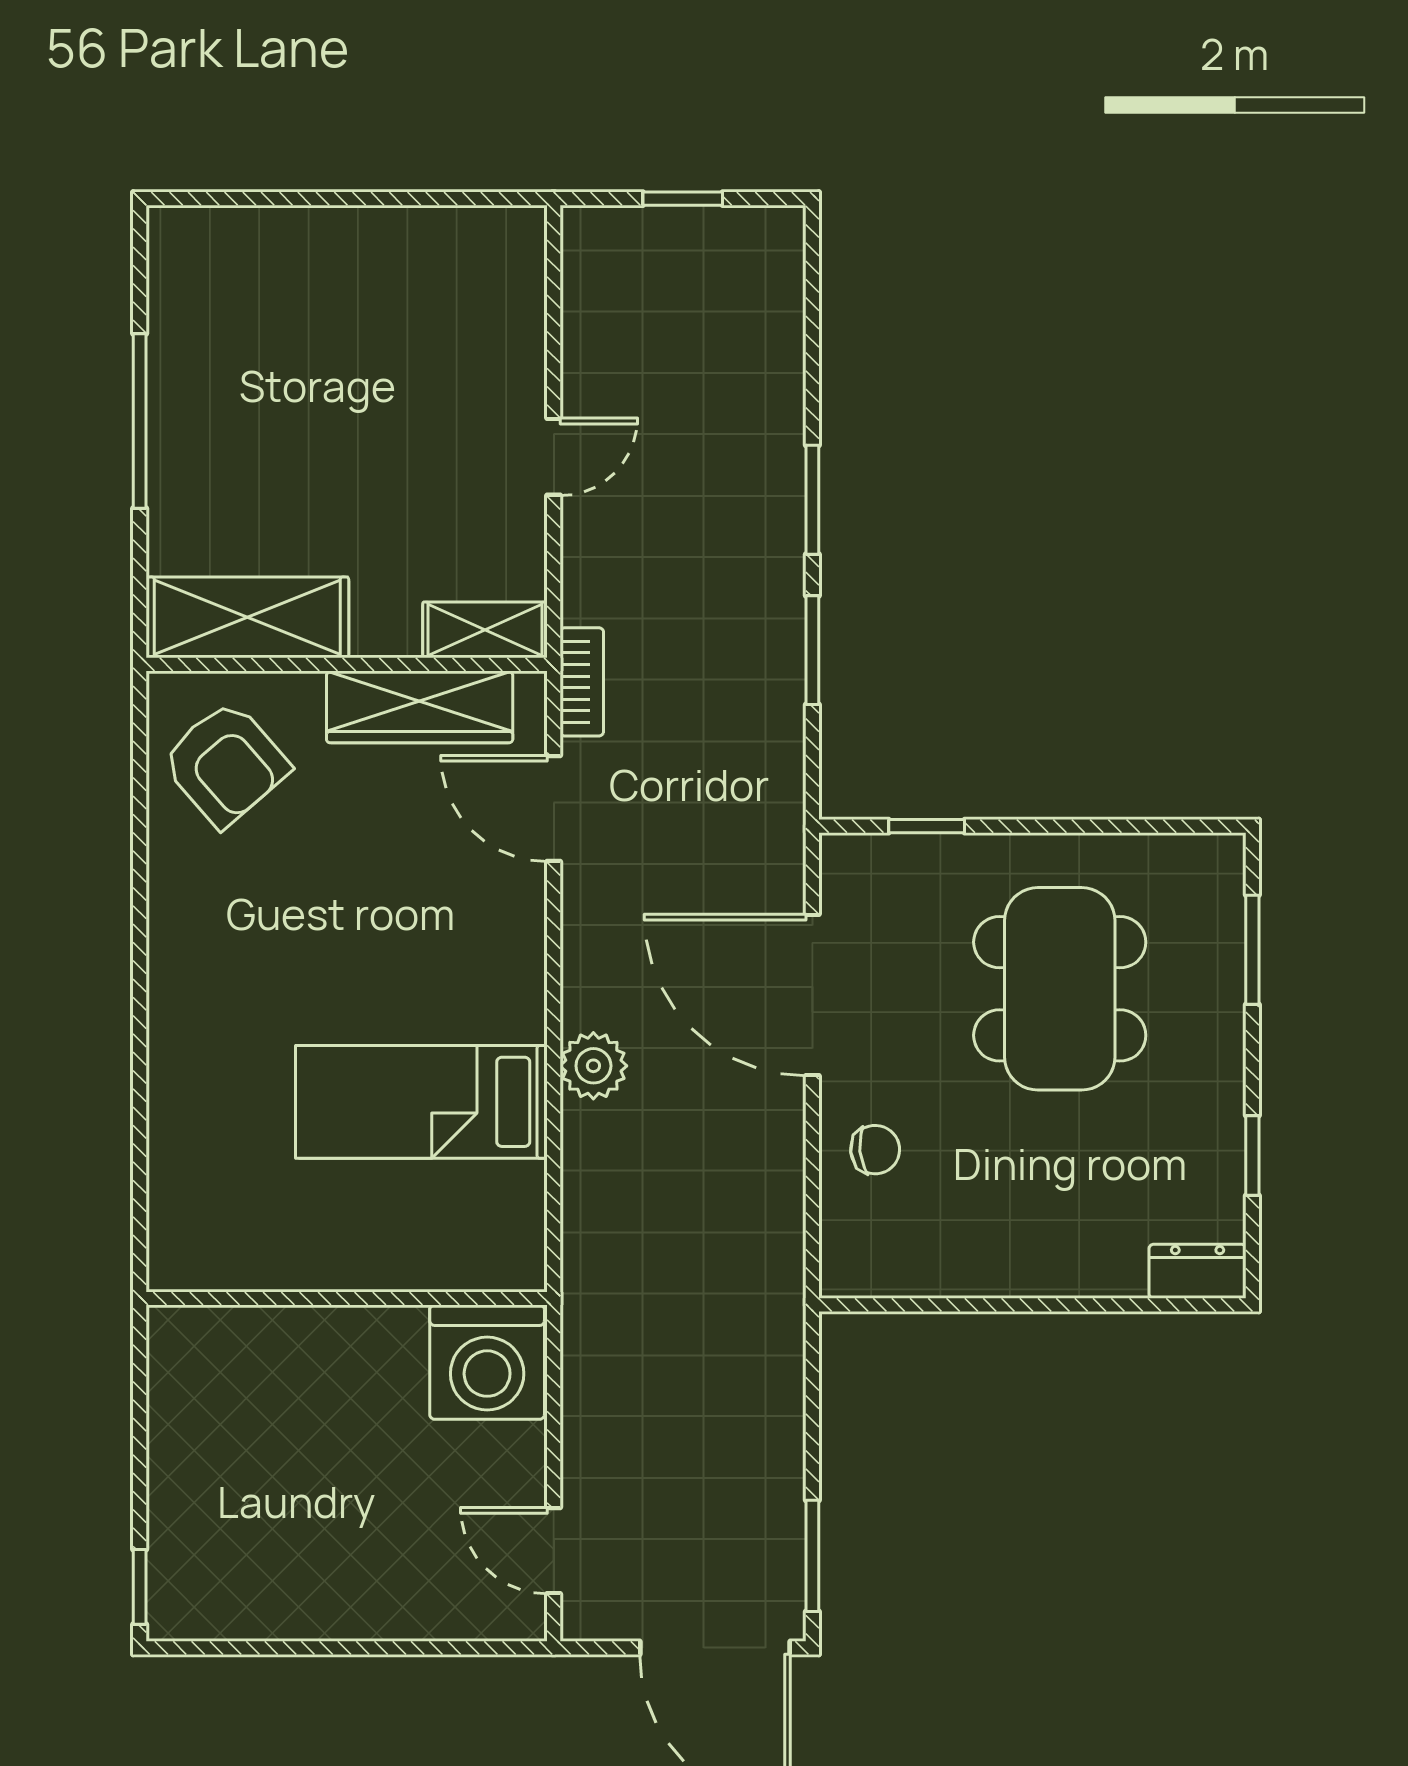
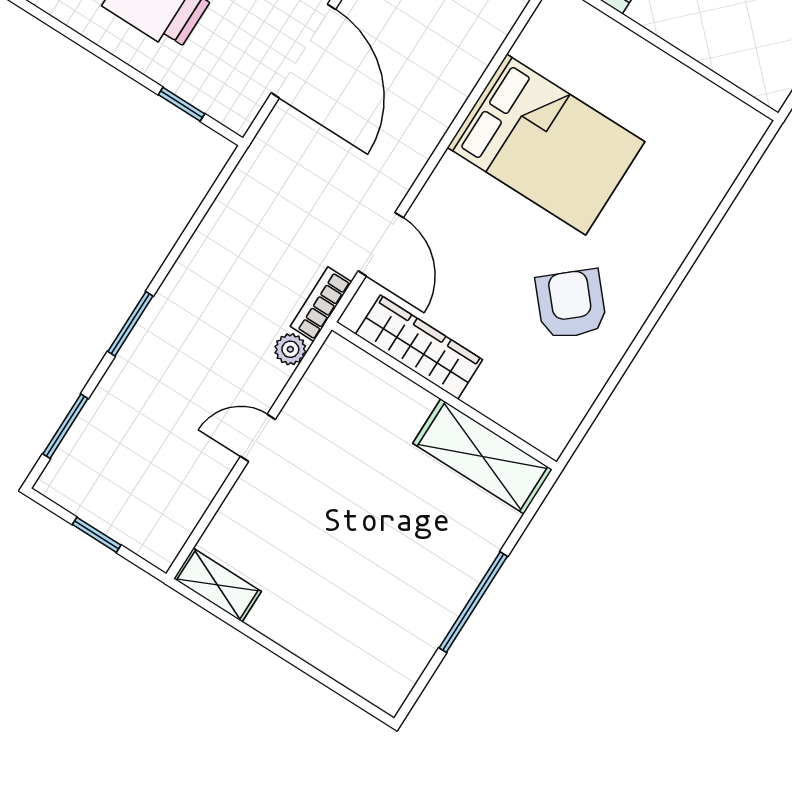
shelving: (485, 630) -> (217, 585), moved
window: (812, 650) -> (65, 426), moved
armchair: (225, 764) -> (571, 304), moved
plant: (593, 1066) -> (290, 349), moved, width x0.73, depth x0.73
bed: (421, 1102) -> (546, 145), width x1.50

